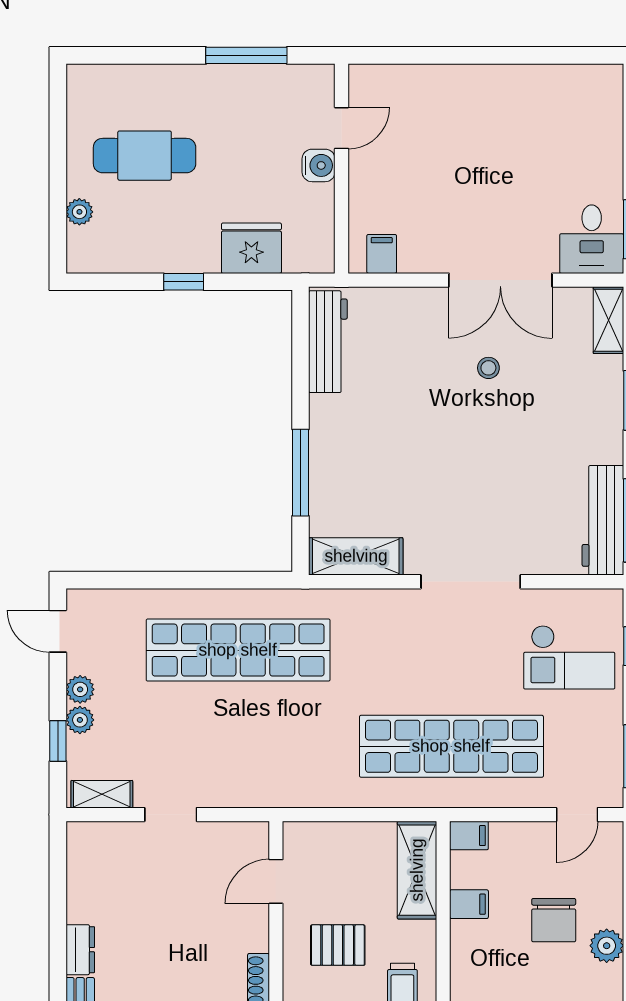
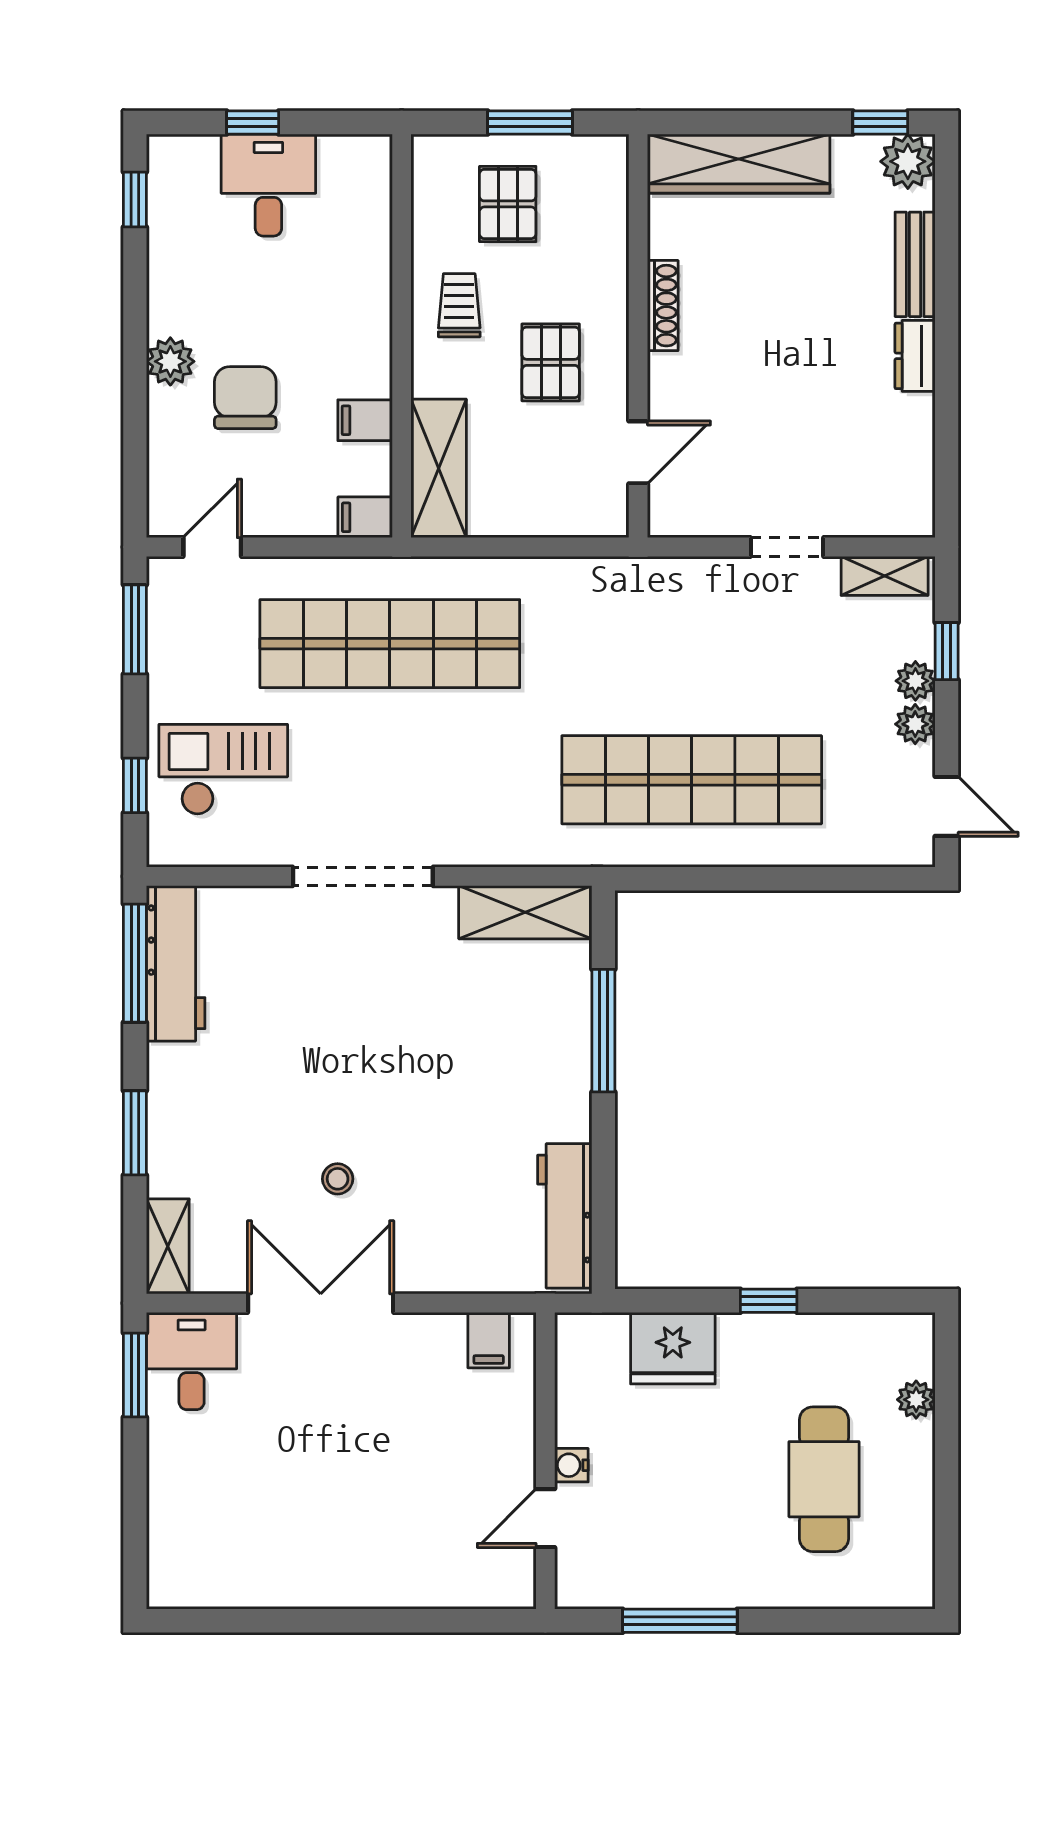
cafe table: (145, 156) -> (824, 1479), turned 90
water cooler: (319, 165) -> (571, 1465), width x0.72, depth x0.72
pallet: (338, 945) -> (551, 362), turned 90

